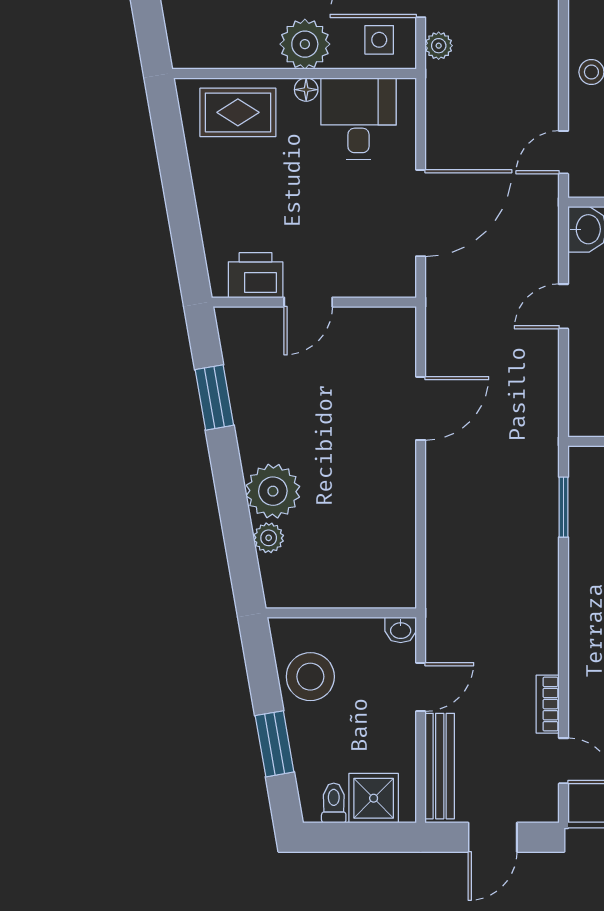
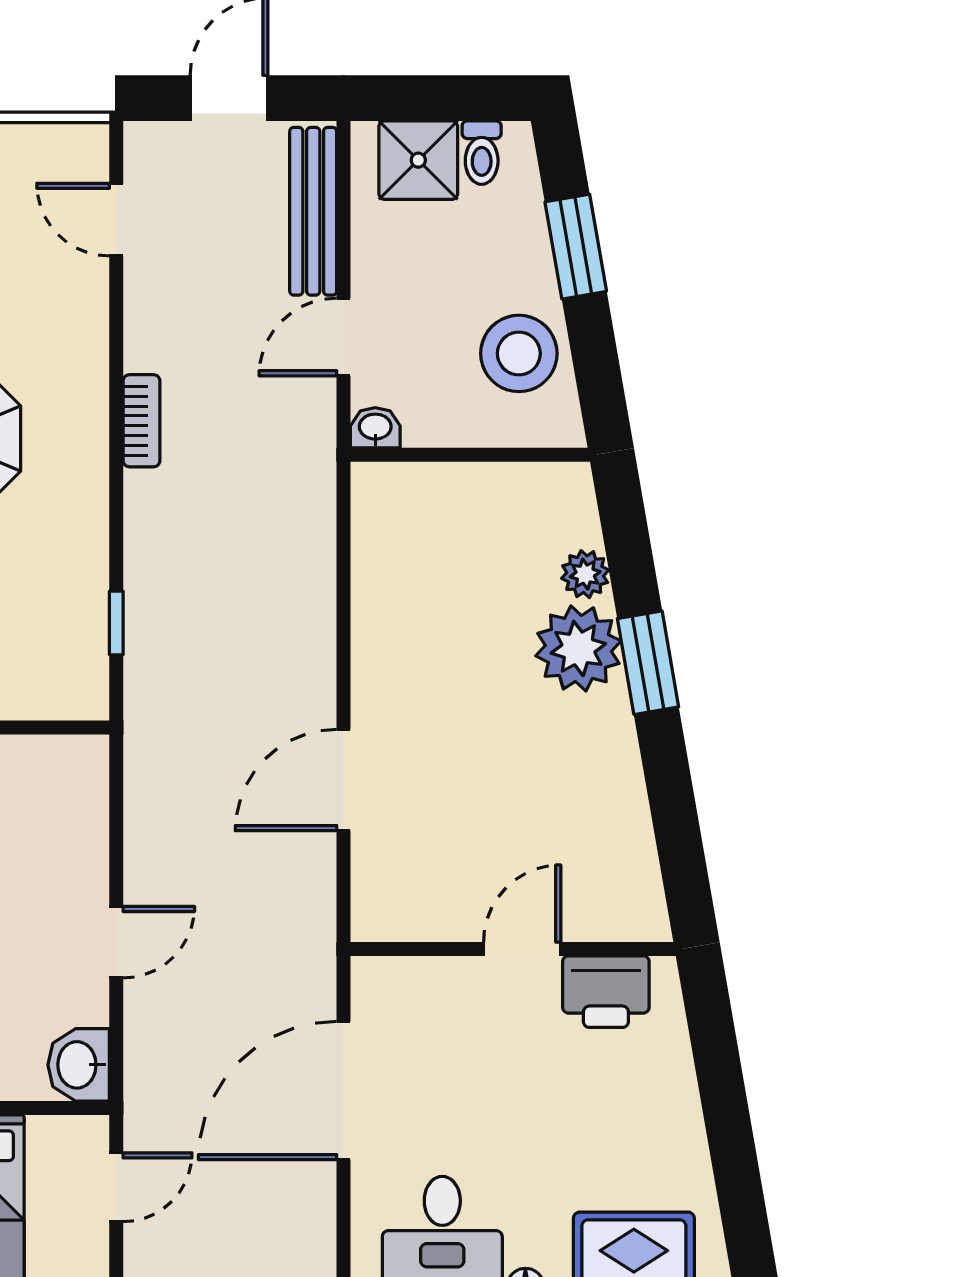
window: (214, 397) -> (648, 663), moved
window: (564, 507) -> (116, 623), width x0.67
bookcase: (548, 704) -> (142, 421), moved

